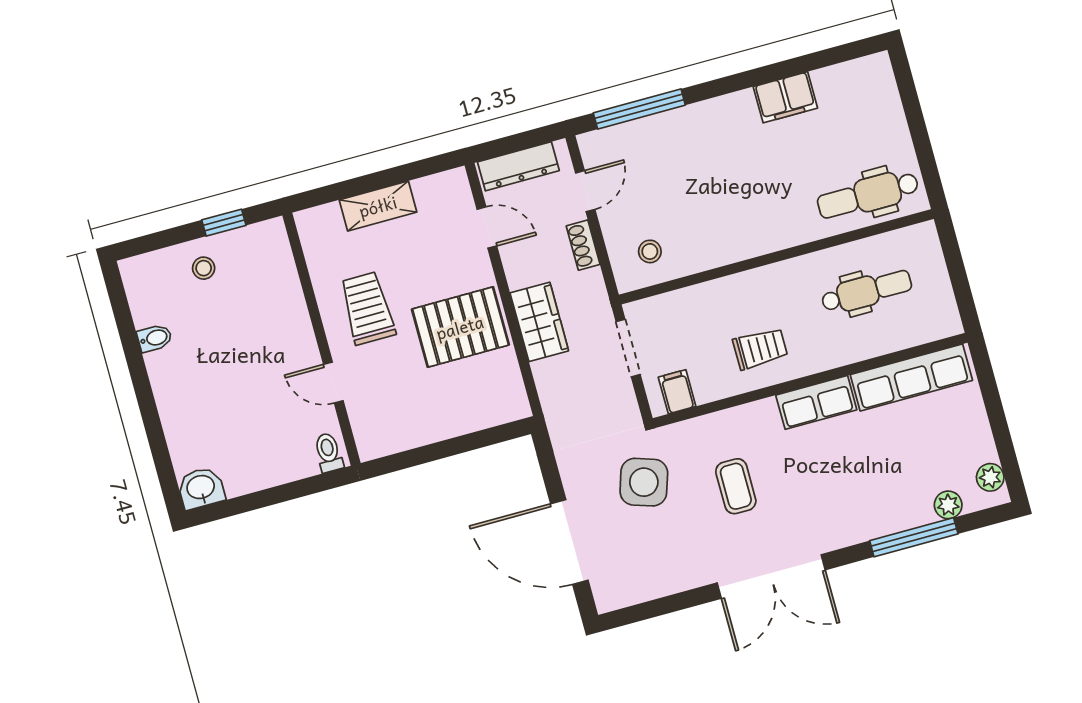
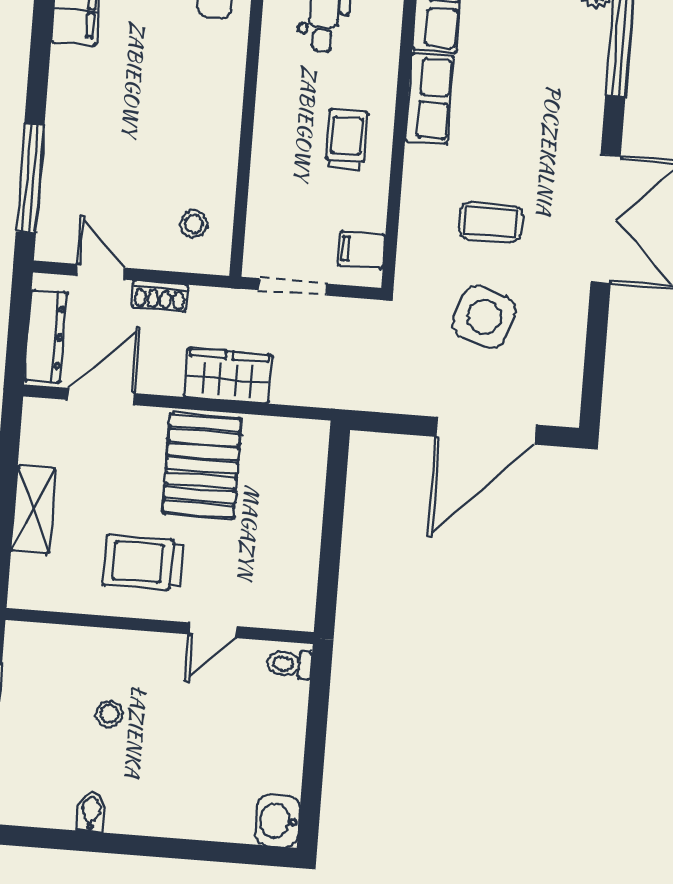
door: (487, 228) -> (101, 396), width x1.38
stool: (204, 268) -> (109, 714), moved
side table: (644, 482) -> (484, 317), moved

